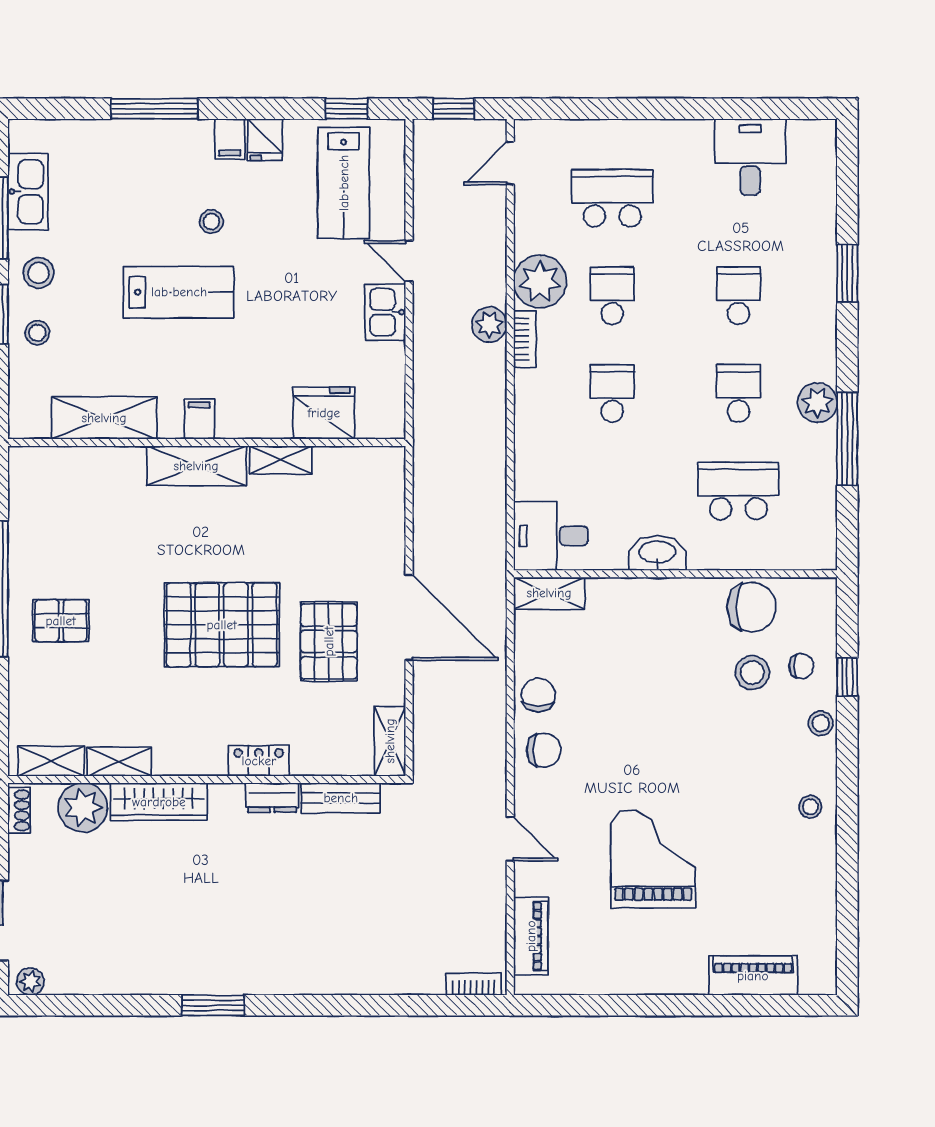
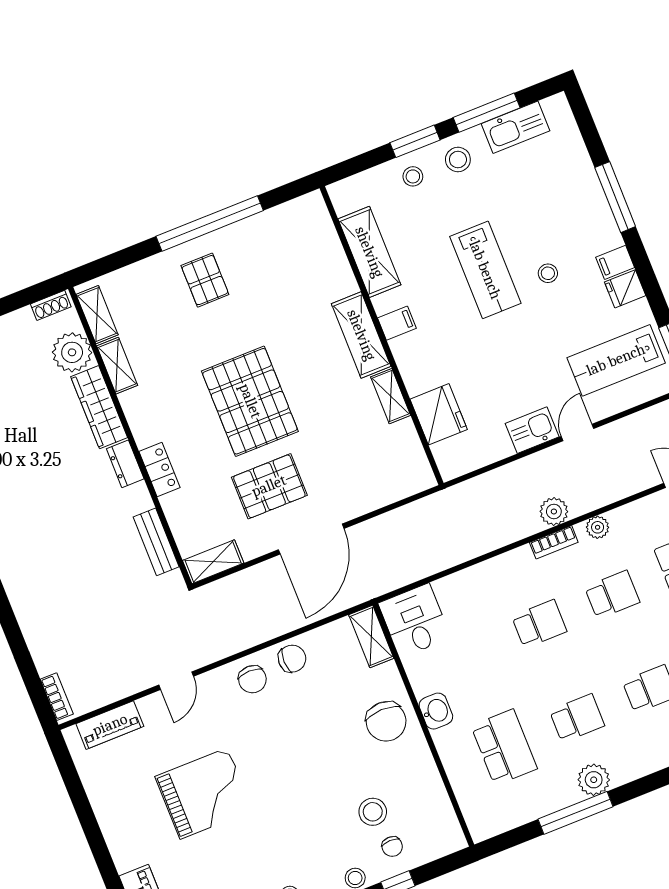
plant: (540, 282) -> (598, 527), width x0.53, depth x0.53
washbasin: (657, 553) -> (436, 711), width x0.72
chair: (752, 607) -> (386, 721), moved
dresser: (272, 798) -> (125, 464), moved

